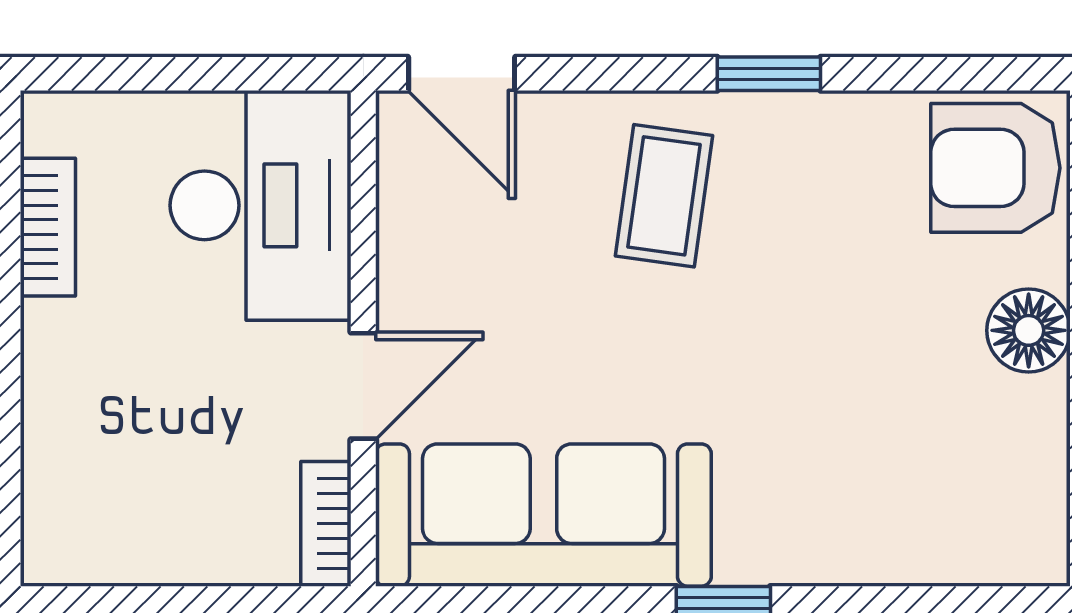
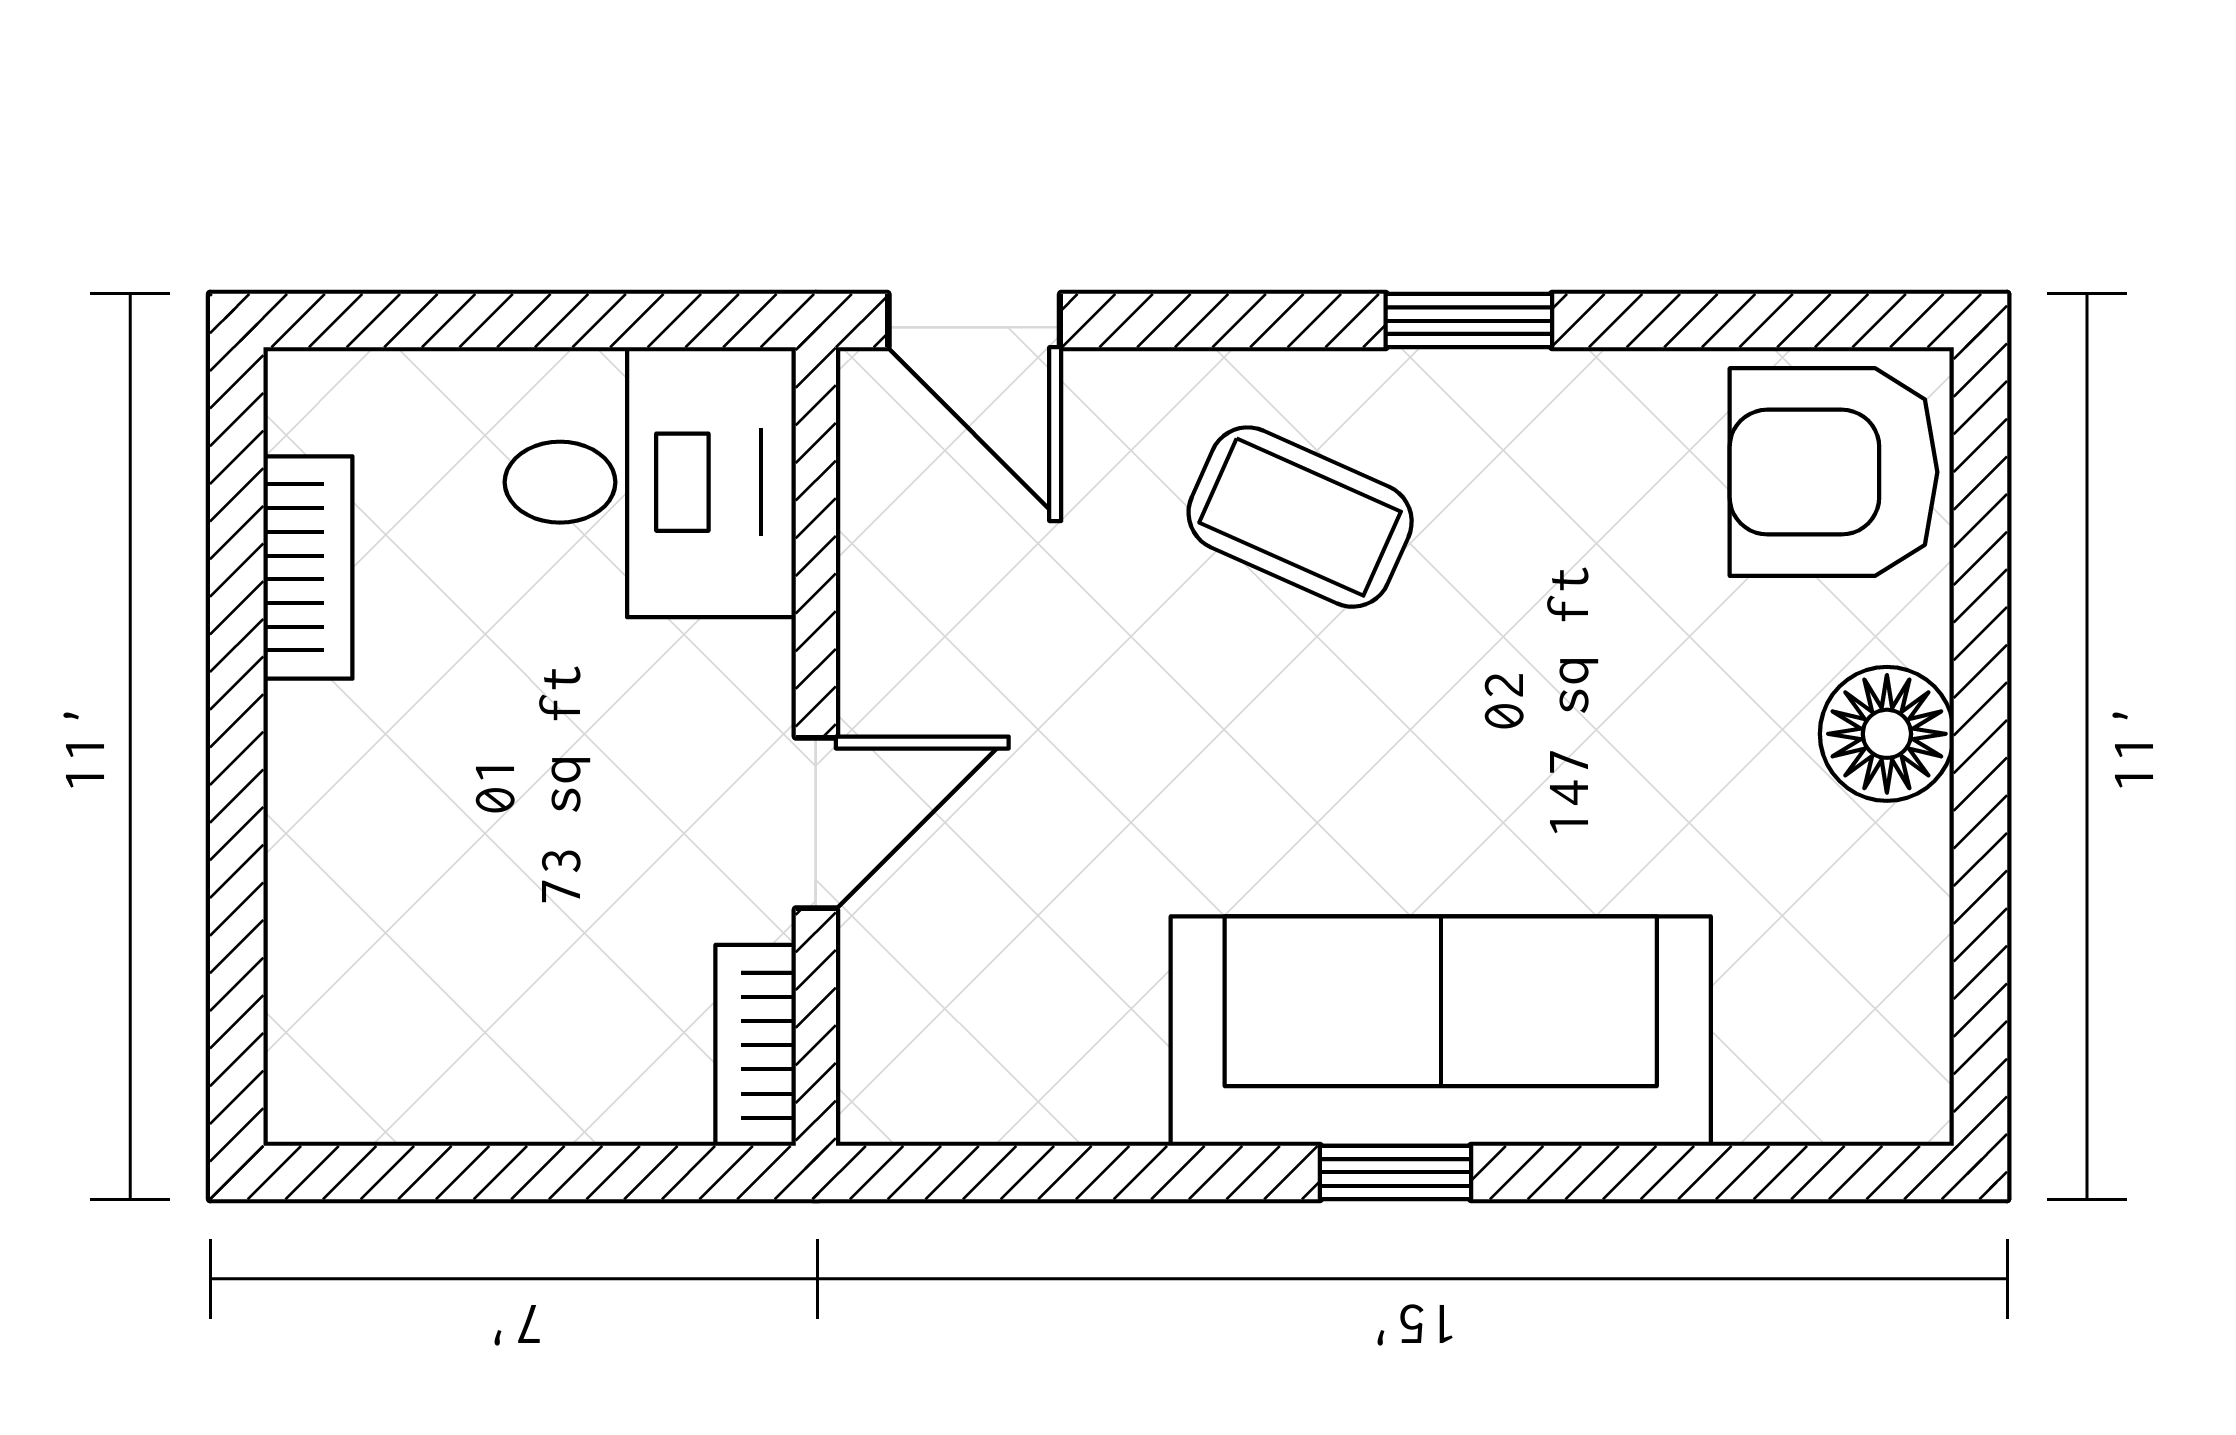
coffee table: (664, 196) -> (1300, 517), turned -74
desk: (261, 205) -> (650, 482), width x0.73
sofa: (543, 515) -> (1441, 1031), moved

